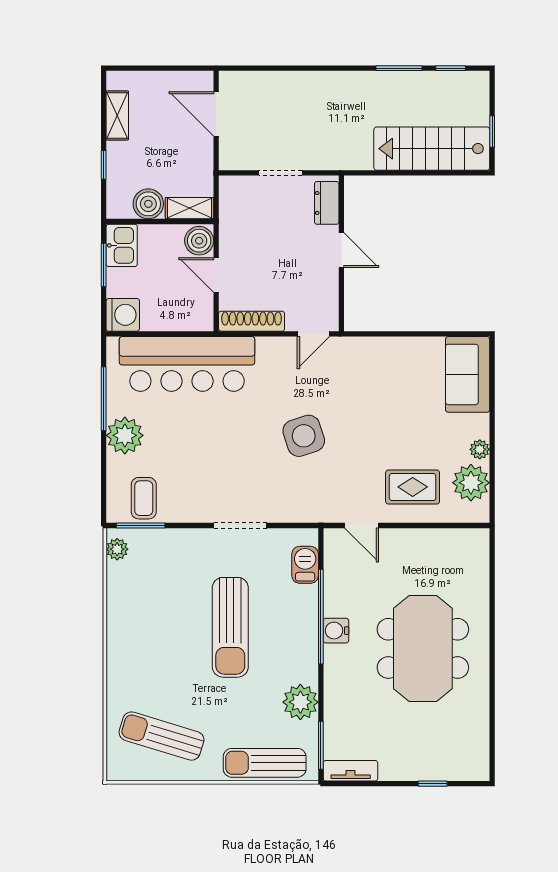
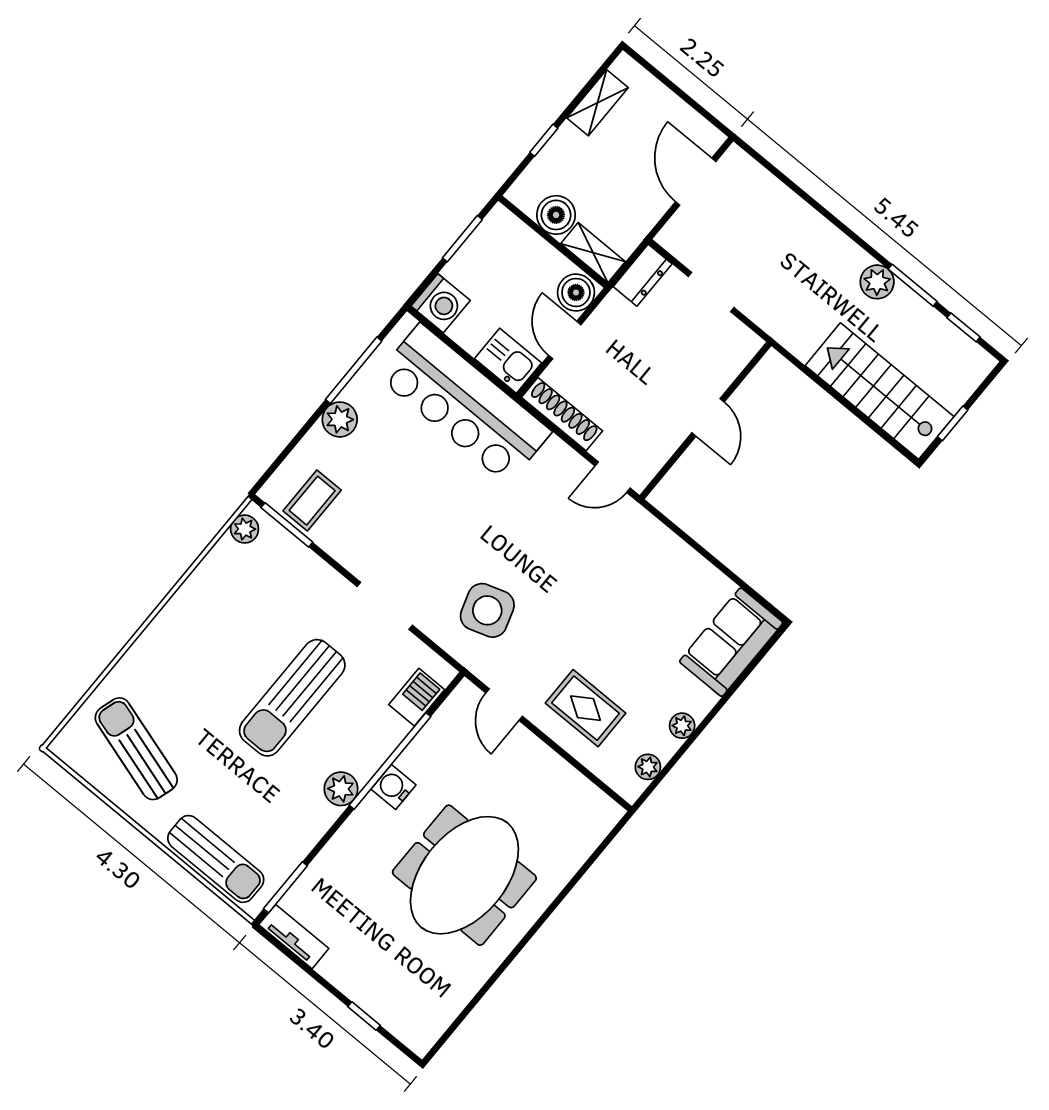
plant: (376, 84) -> (877, 282), added
dresser: (327, 203) -> (643, 275), moved, turned 180
kitchen sink: (122, 245) -> (508, 361), moved, turned -90
plant: (125, 435) -> (340, 419), width x0.73, depth x0.73
side table: (304, 436) -> (487, 610), moved
plant: (471, 483) -> (648, 767), width x0.53, depth x0.53
plant: (300, 702) -> (341, 789), moved, width x0.73, depth x0.73
sun lounger: (265, 763) -> (216, 859), turned 180

